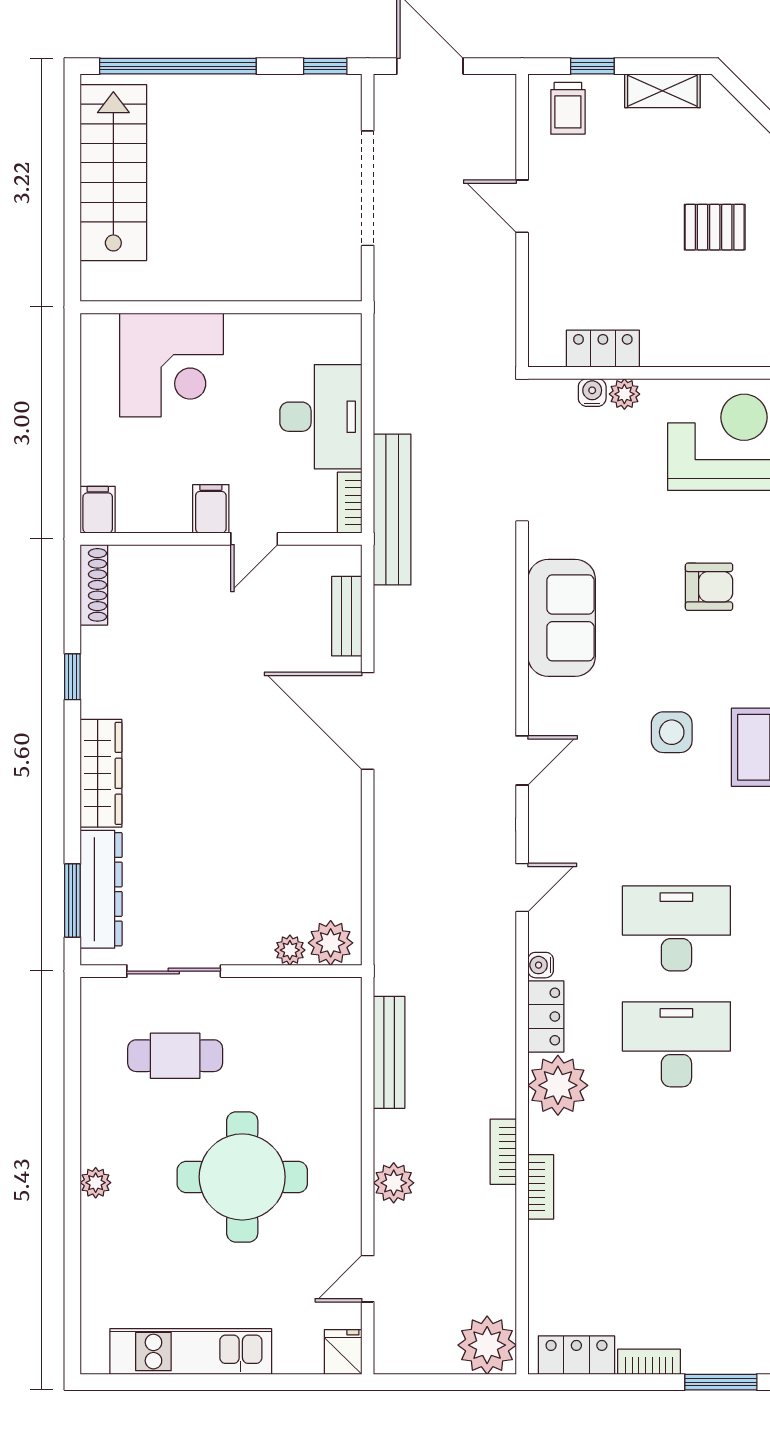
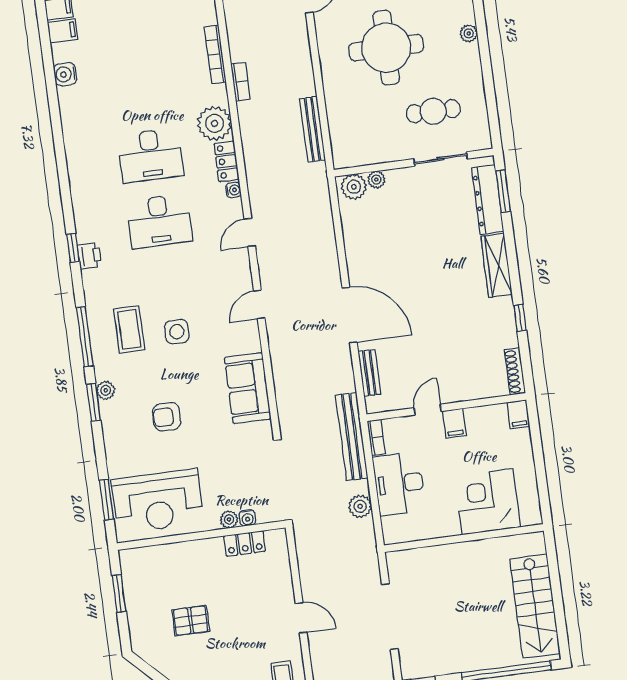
plant: (394, 1183) -> (360, 506), moved
bookcase: (541, 1187) -> (215, 54), width x1.56

